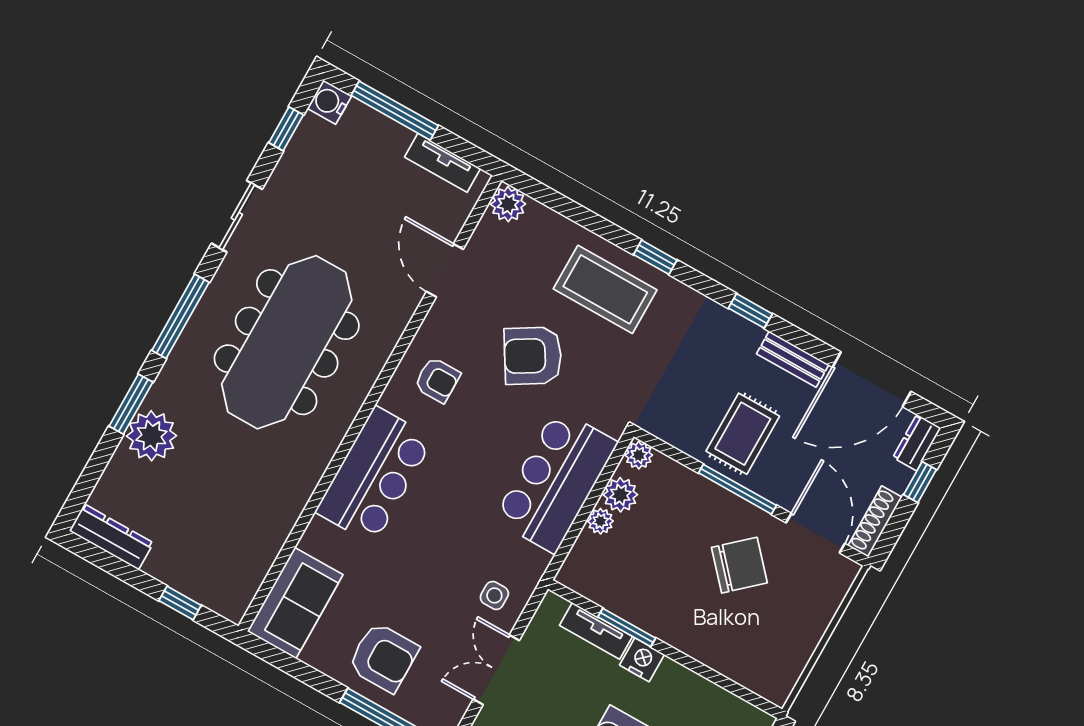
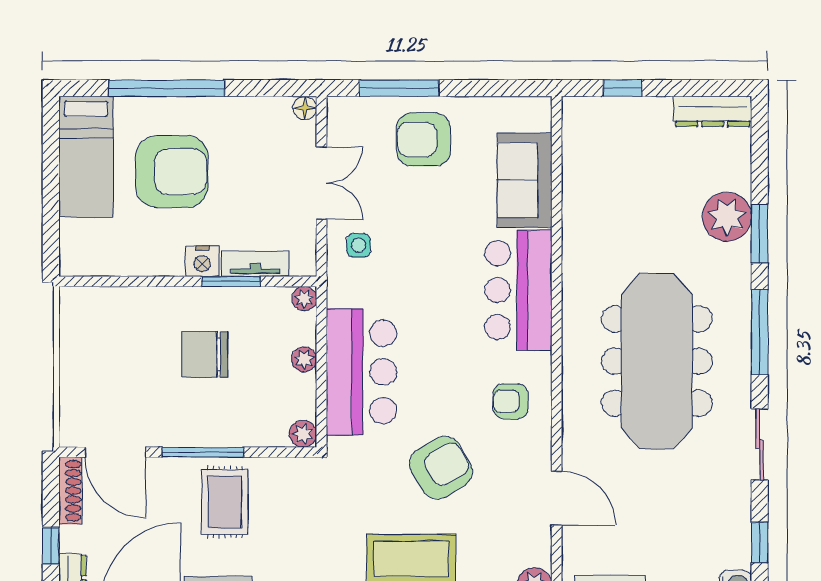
plant: (620, 495) -> (304, 299), moved, width x0.73, depth x0.73
chair: (739, 565) -> (205, 354), moved, turned 42
sofa: (295, 603) -> (525, 180), moved

